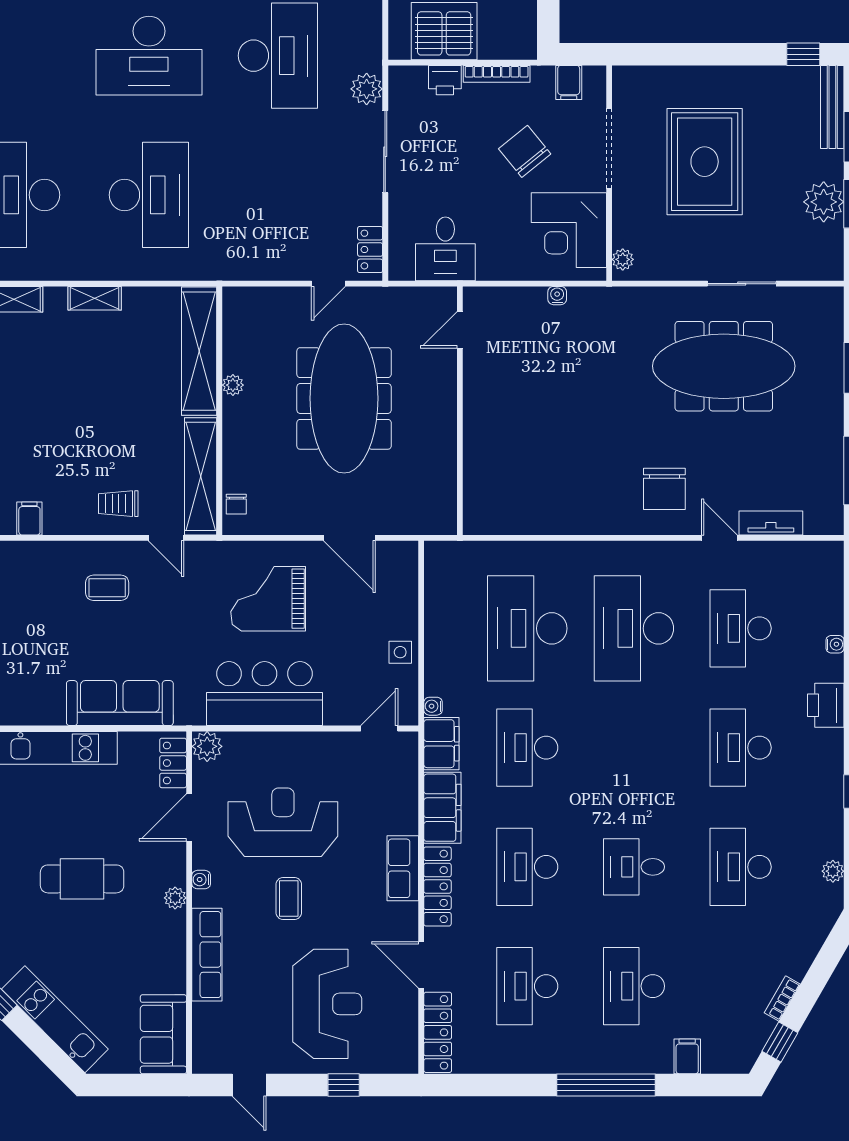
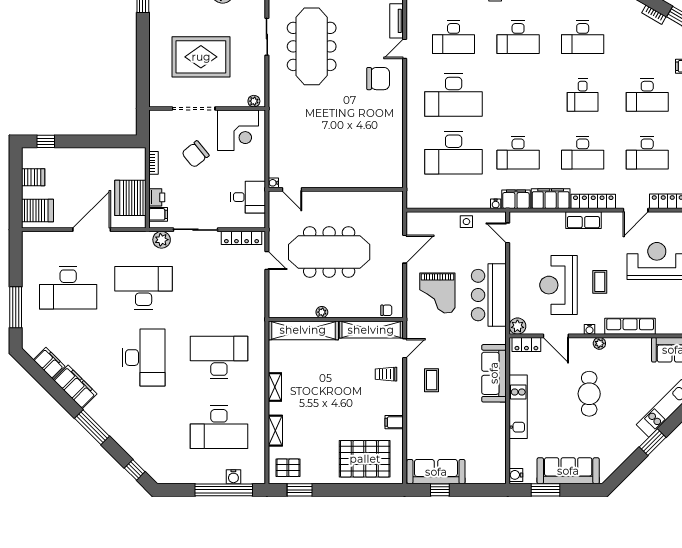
bookcase: (497, 74) -> (153, 163), width x0.64
filing cabinet: (569, 82) -> (158, 214), moved
locker: (370, 250) -> (242, 238), width x1.53
water cooler: (557, 296) -> (273, 183), moved
trolley: (118, 504) -> (386, 374), turned 90
coffee table: (289, 898) -> (600, 282), turned 90

